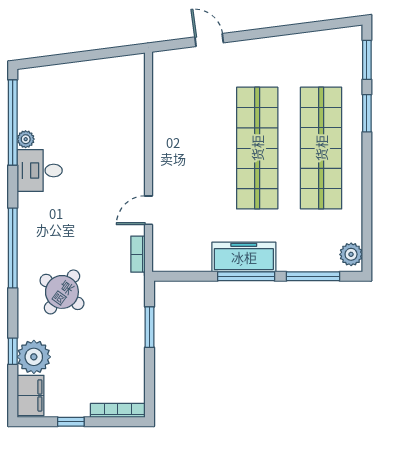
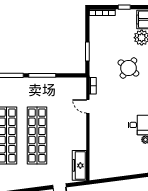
door: (149, 210) -> (88, 106), swing flipped
freezer: (244, 257) -> (79, 165), moved, turned 90

